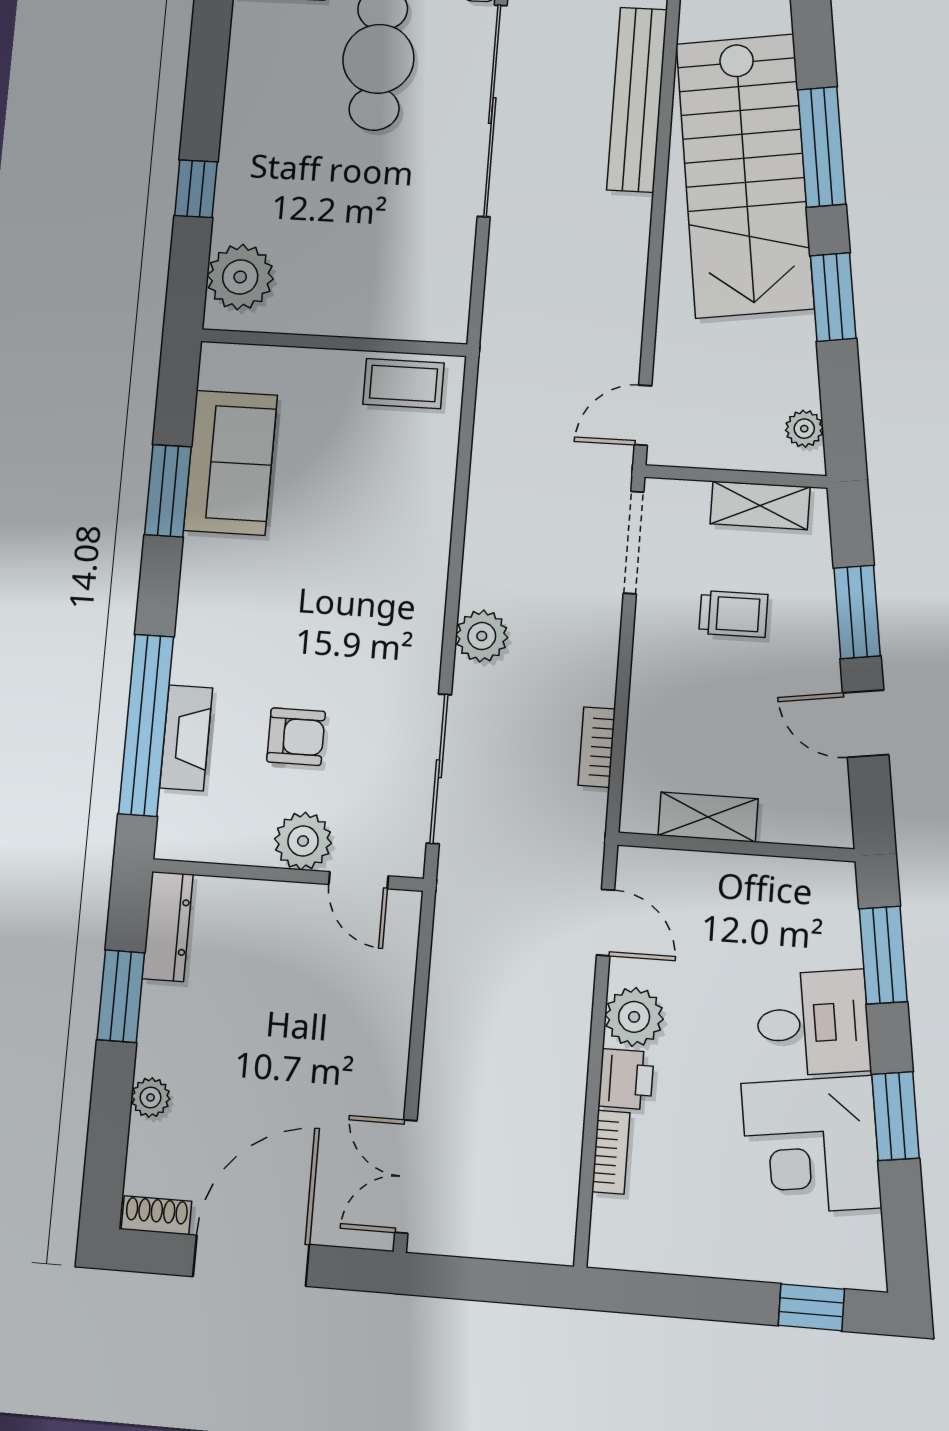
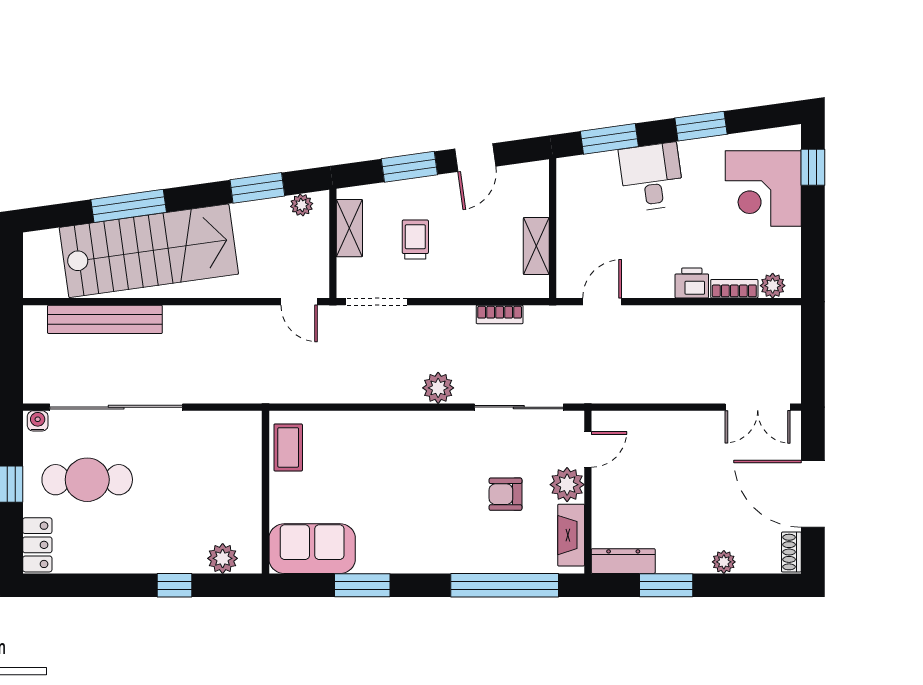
plant: (240, 277) -> (223, 558), width x0.73, depth x0.73
window: (833, 297) -> (257, 188), moved
sofa: (230, 463) -> (312, 549), moved
armchair: (296, 737) -> (505, 494), turned -90
fireplace: (186, 738) -> (571, 535), moved, turned -90
plant: (634, 1017) -> (773, 286), moved, width x0.73, depth x0.73
corner desk: (811, 1145) -> (763, 189), moved, turned 98

